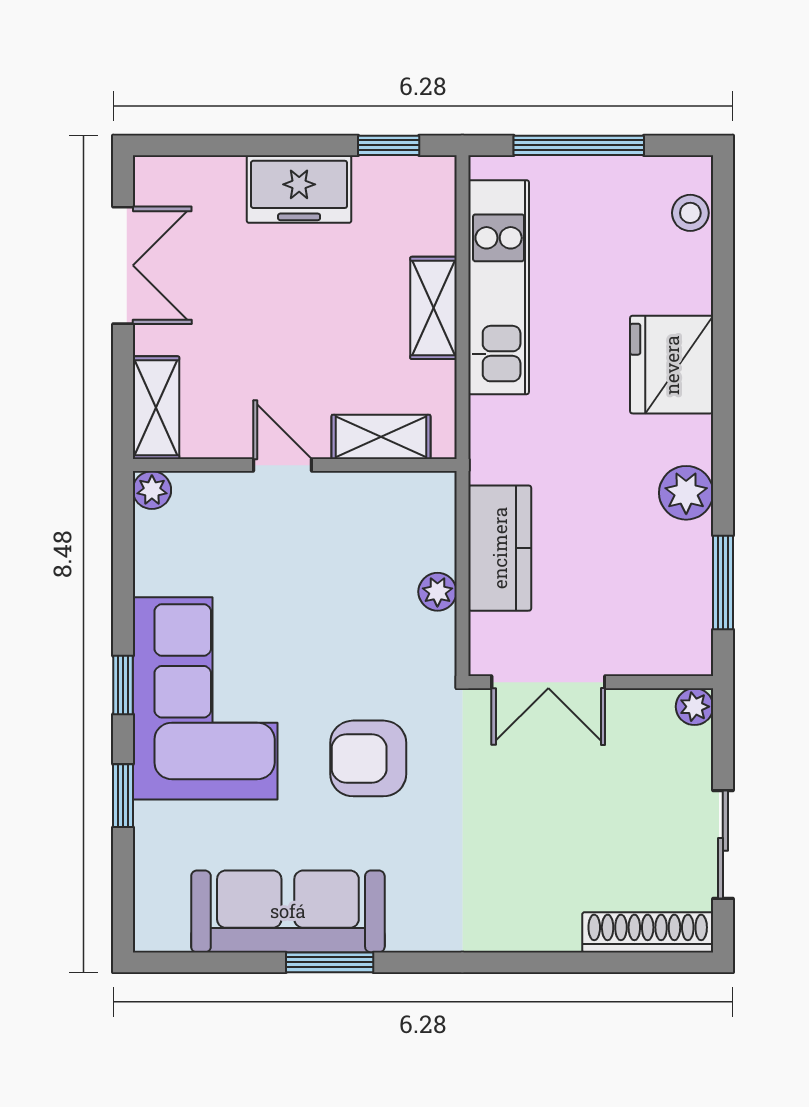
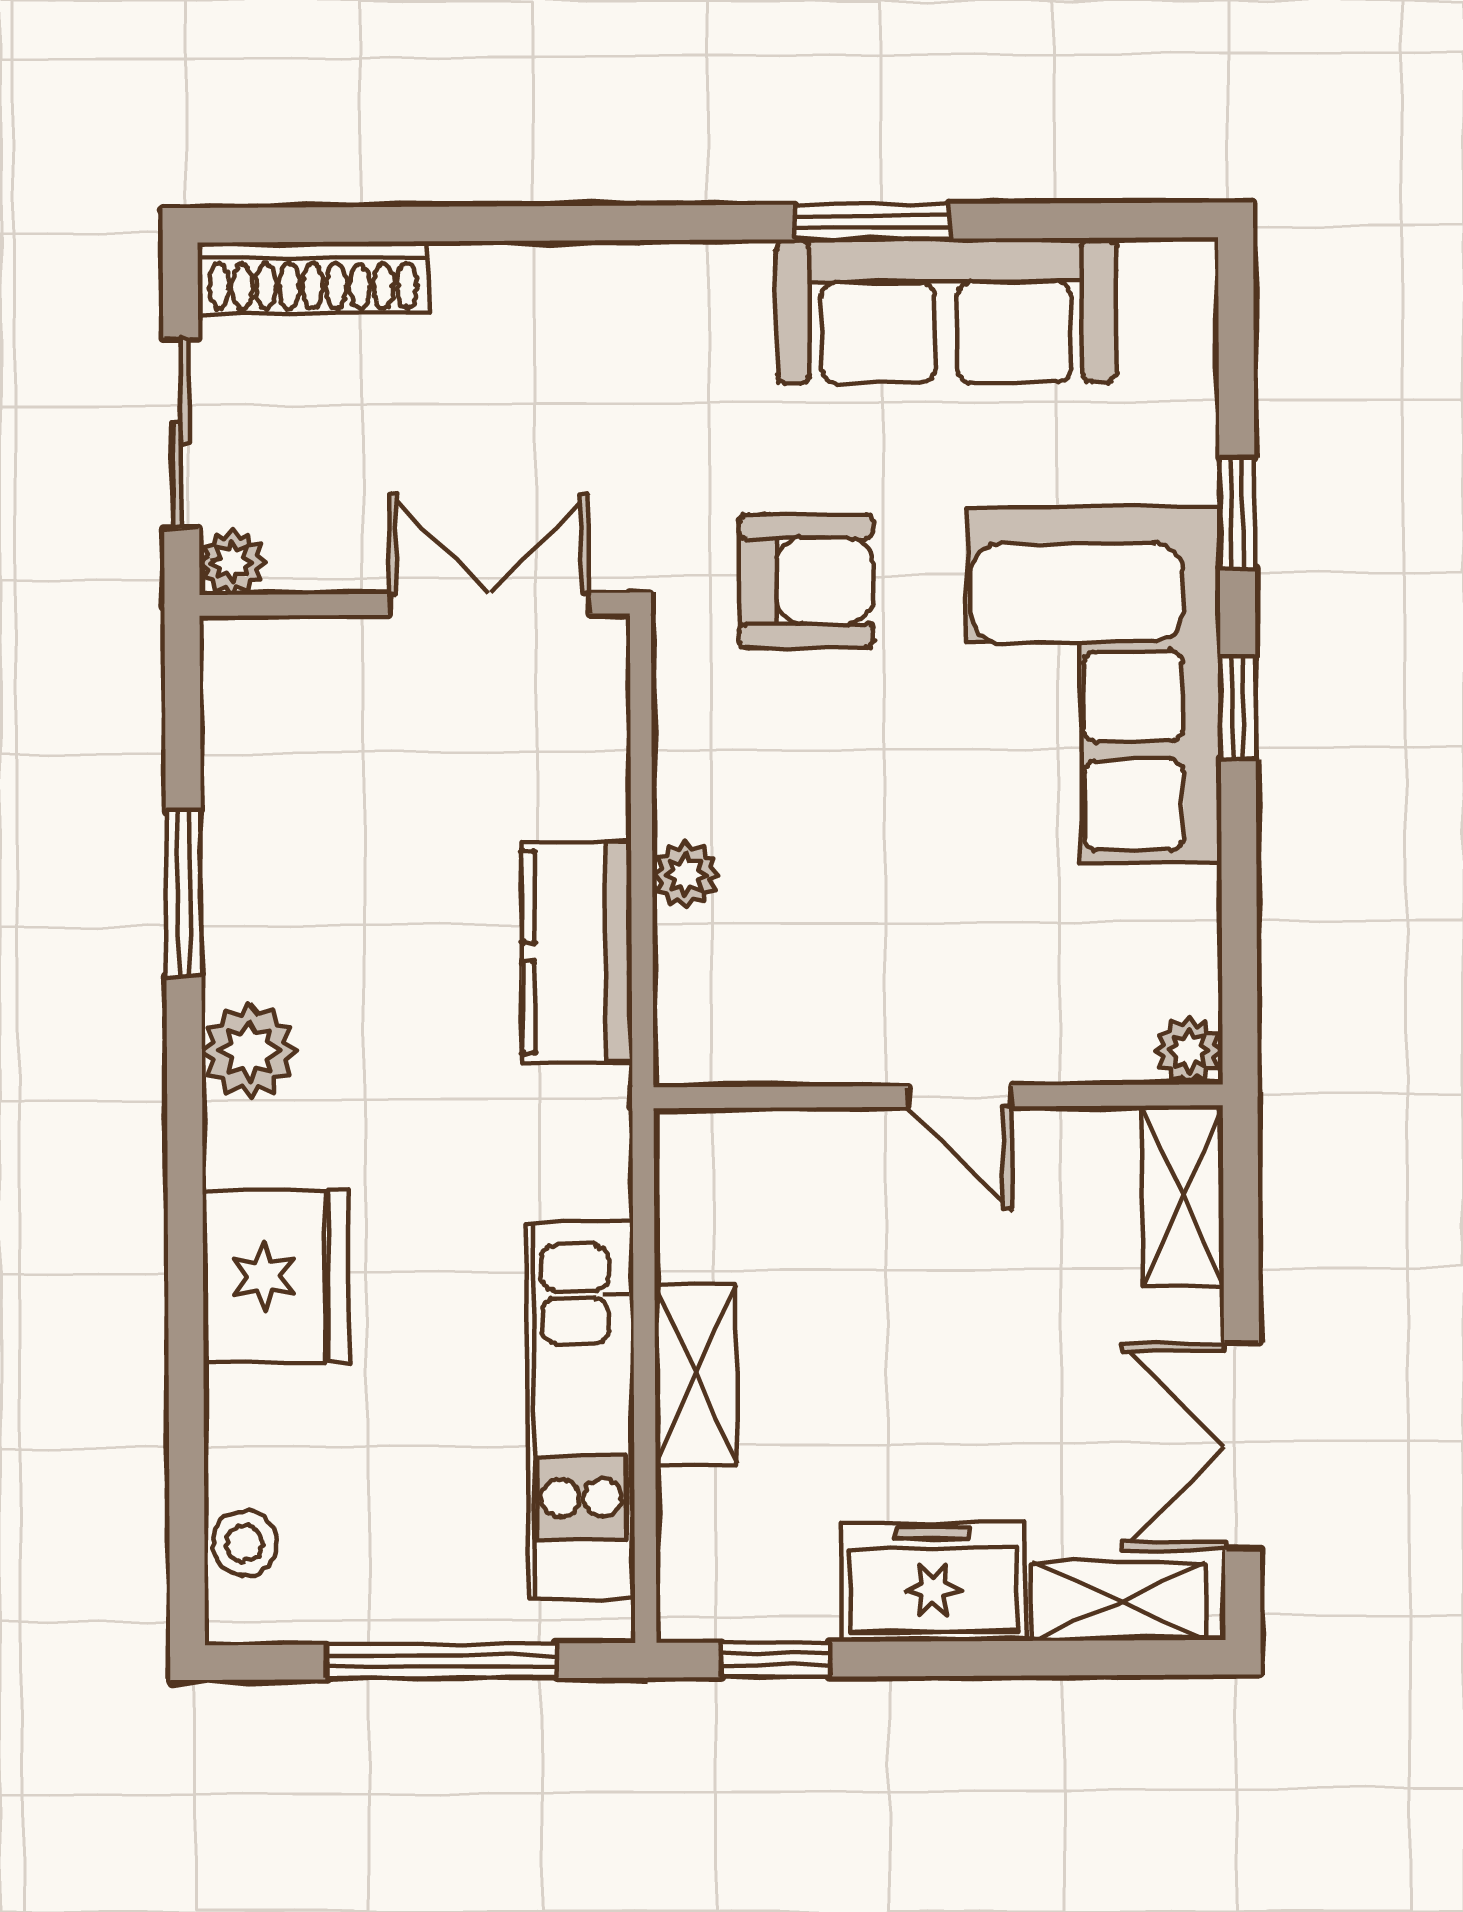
shelving: (381, 437) -> (1119, 1601), moved
double door: (548, 682) -> (489, 604), moved
wall: (591, 682) -> (415, 604), moved
plant: (695, 707) -> (232, 562), moved

